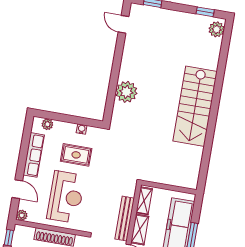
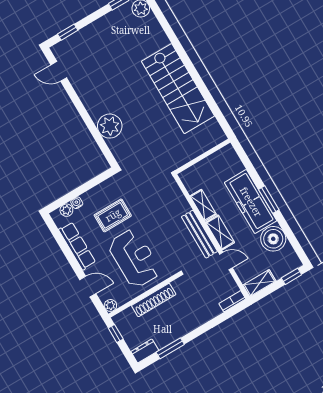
water cooler: (82, 129) -> (77, 203), moved
wall: (169, 187) -> (203, 156), moved

